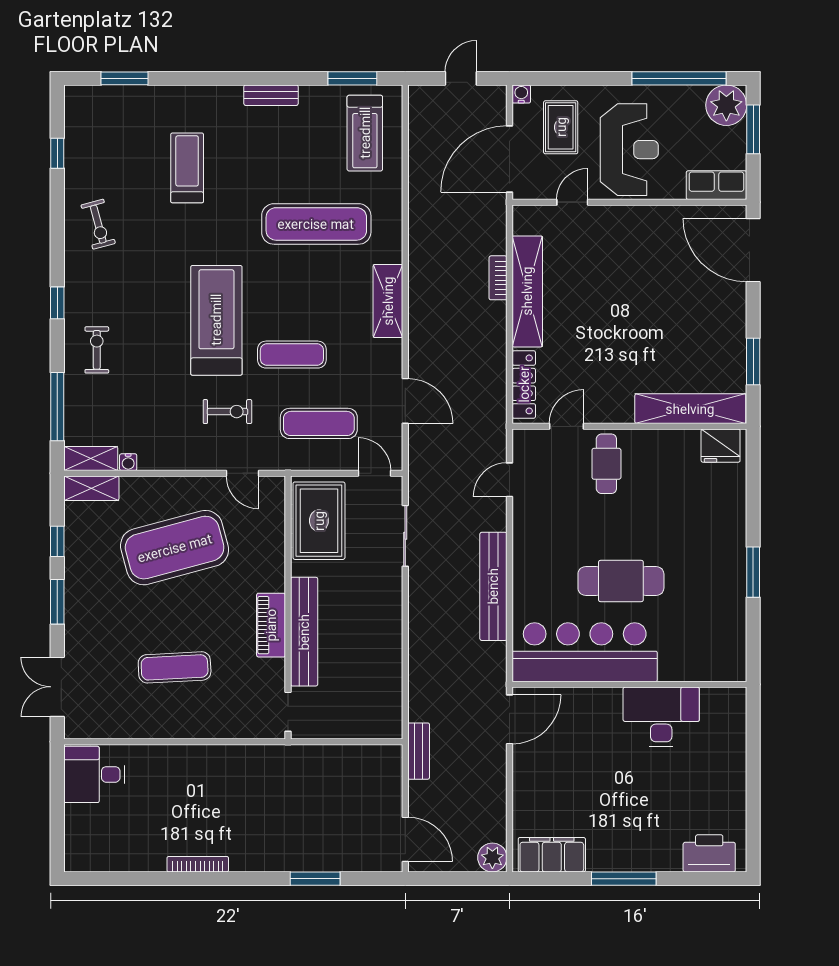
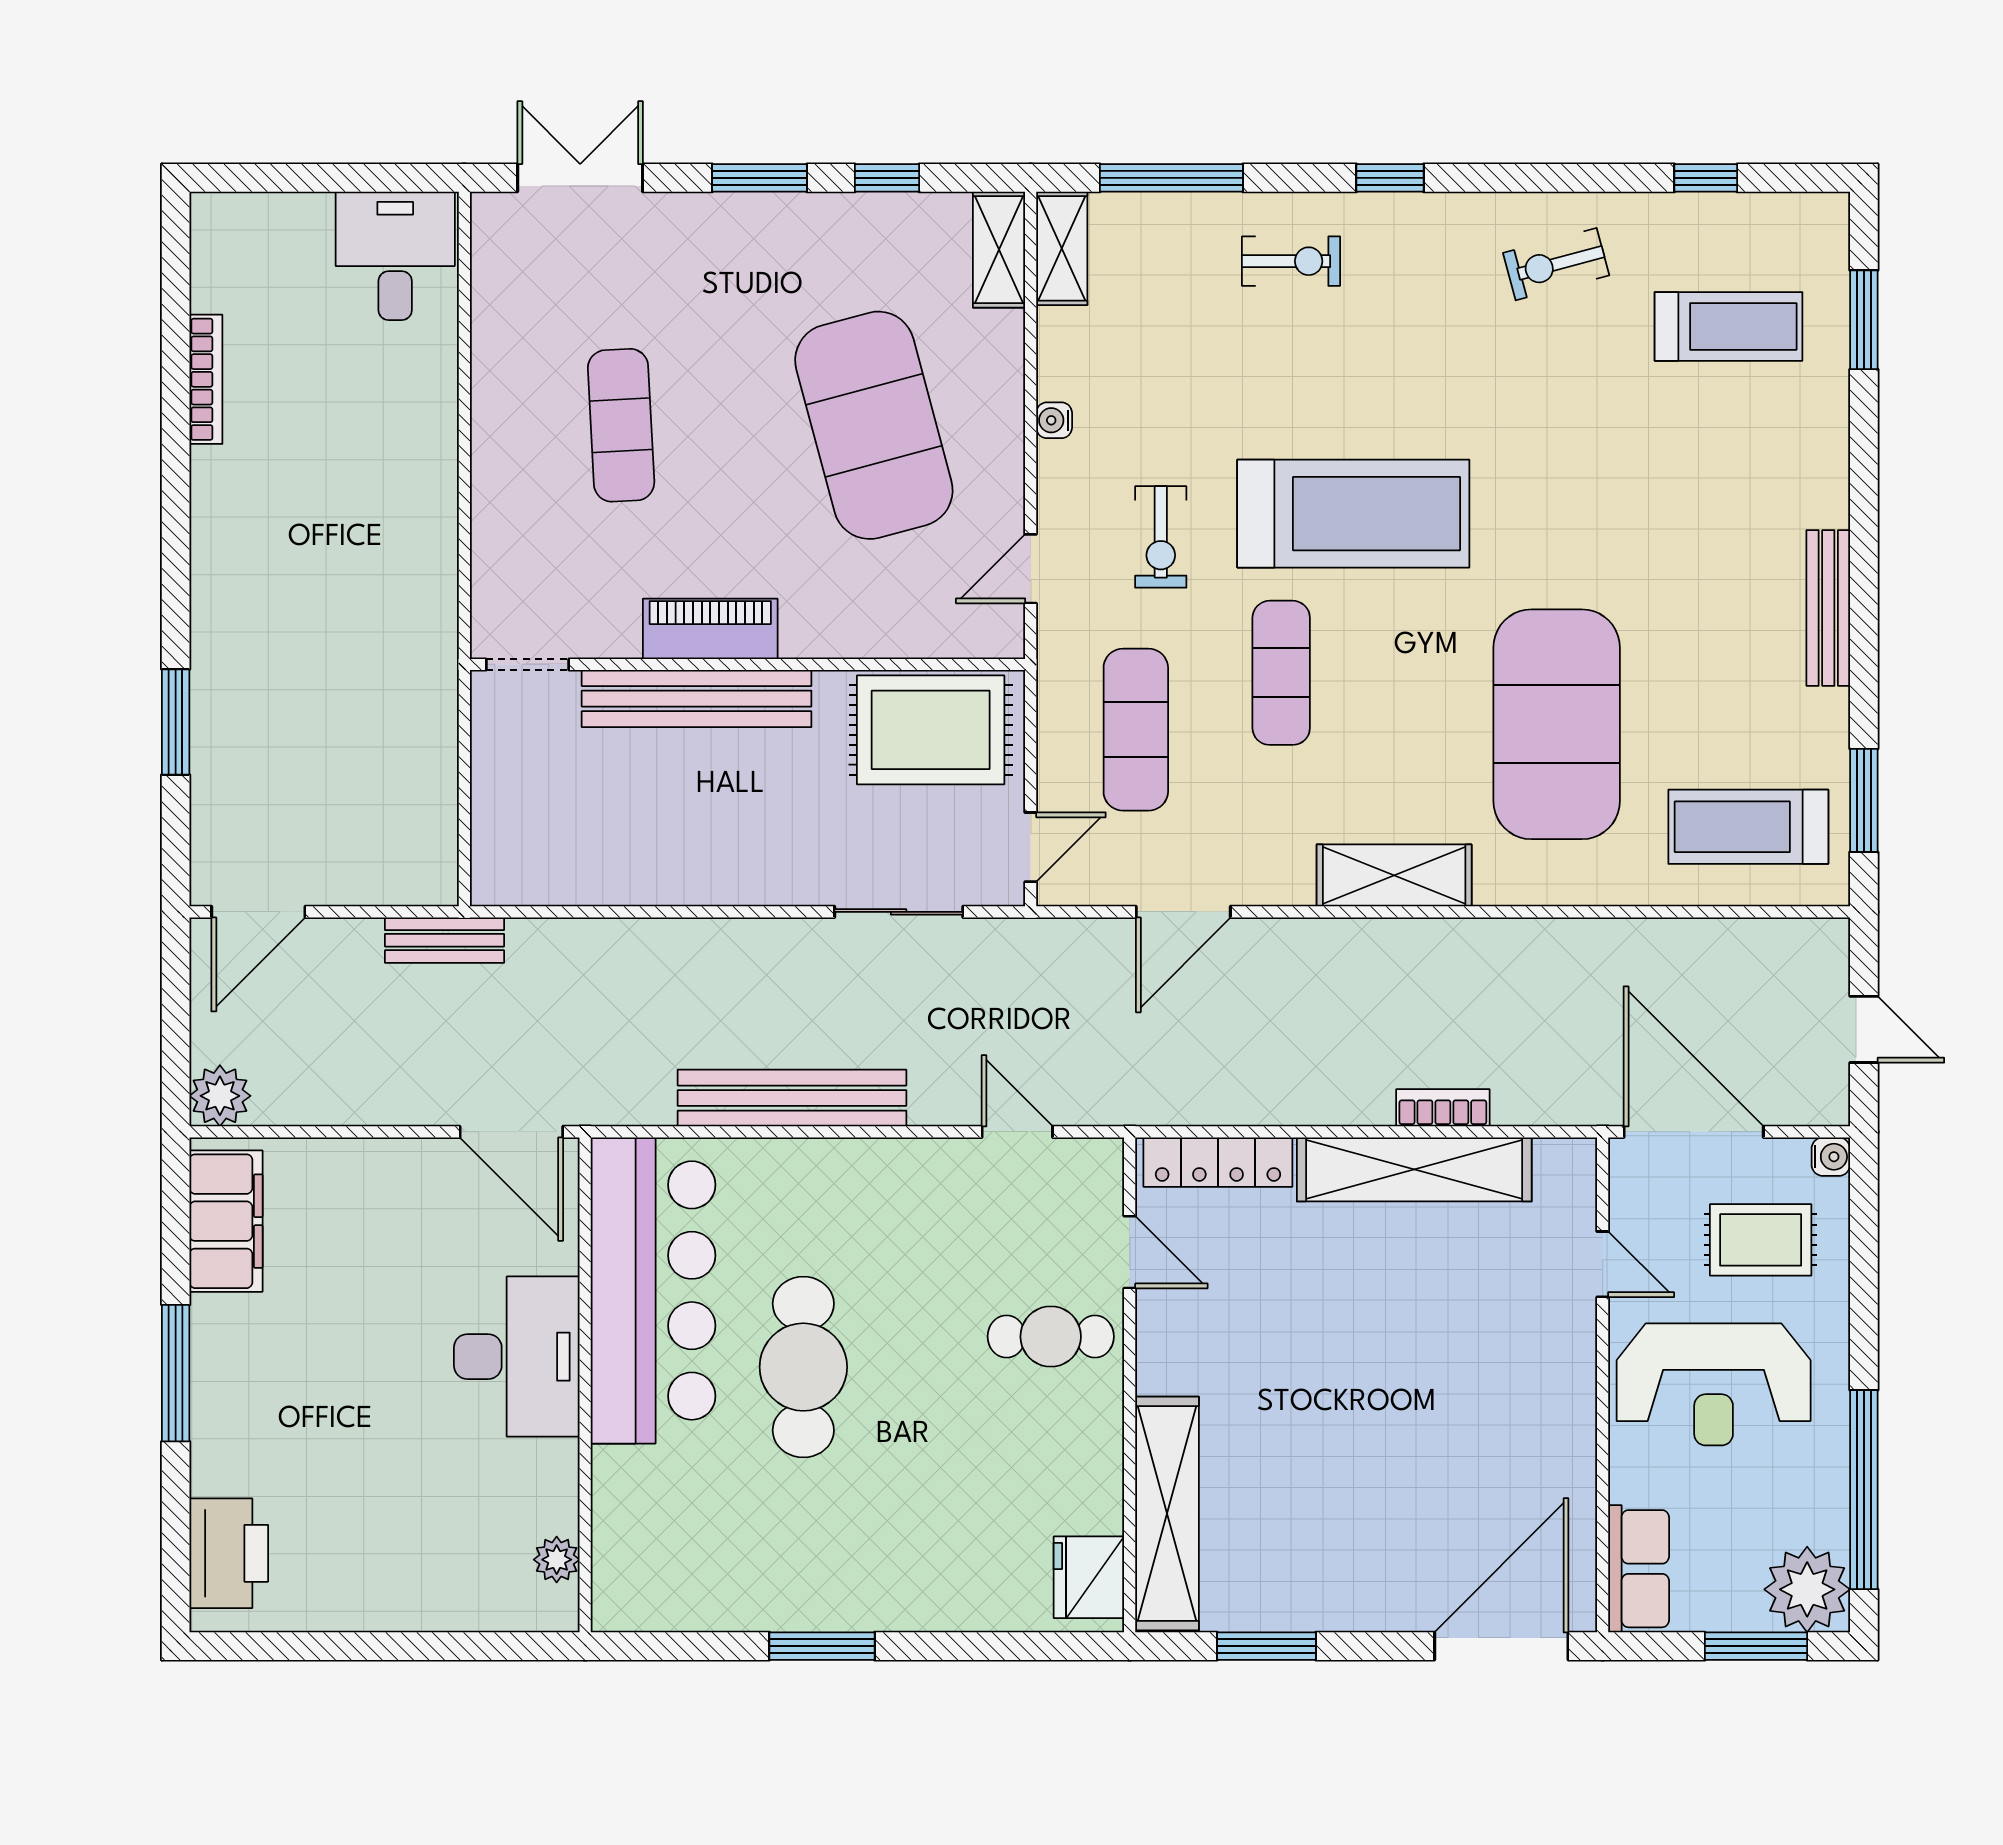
bench: (271, 95) -> (1828, 608), width x1.36
treadmill: (187, 168) -> (1729, 326), moved
exercise mat: (316, 224) -> (1557, 724), width x1.47
water cooler: (128, 462) -> (1054, 420), moved
plant: (712, 698) -> (557, 1560), added
desk: (661, 717) -> (517, 1357), moved
bookcase: (198, 864) -> (206, 379), moved

